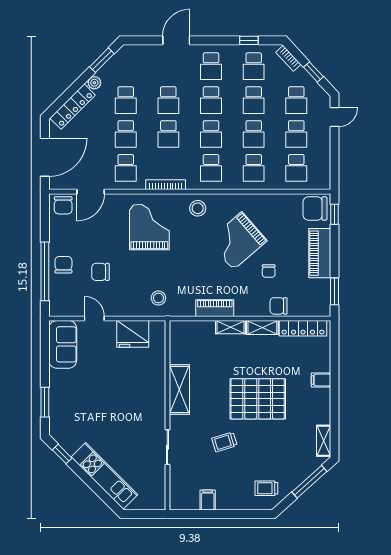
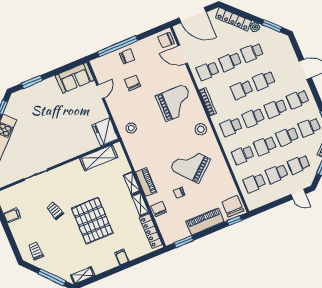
piano: (215, 308) -> (146, 182), moved
fridge: (133, 334) -> (105, 132), moved
shelving: (179, 390) -> (99, 158), moved

